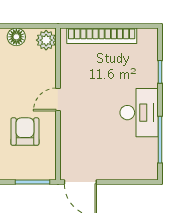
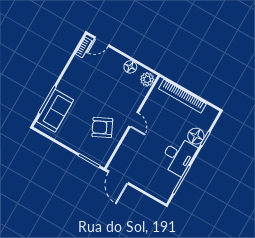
floor lamp: (147, 75) -> (196, 136), added
door: (58, 100) -> (134, 120), swing flipped
armchair: (25, 132) -> (102, 127), turned -116

